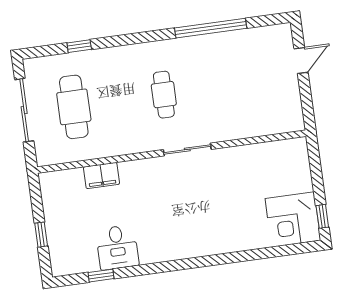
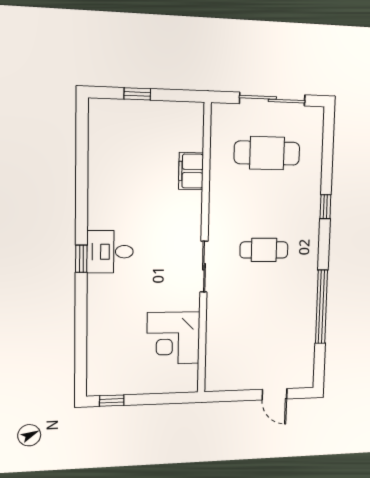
window: (79, 46) -> (325, 207), moved
corner desk: (293, 219) -> (173, 338), moved, turned -90
desk: (117, 247) -> (110, 252), moved
window: (101, 276) -> (81, 259), moved

